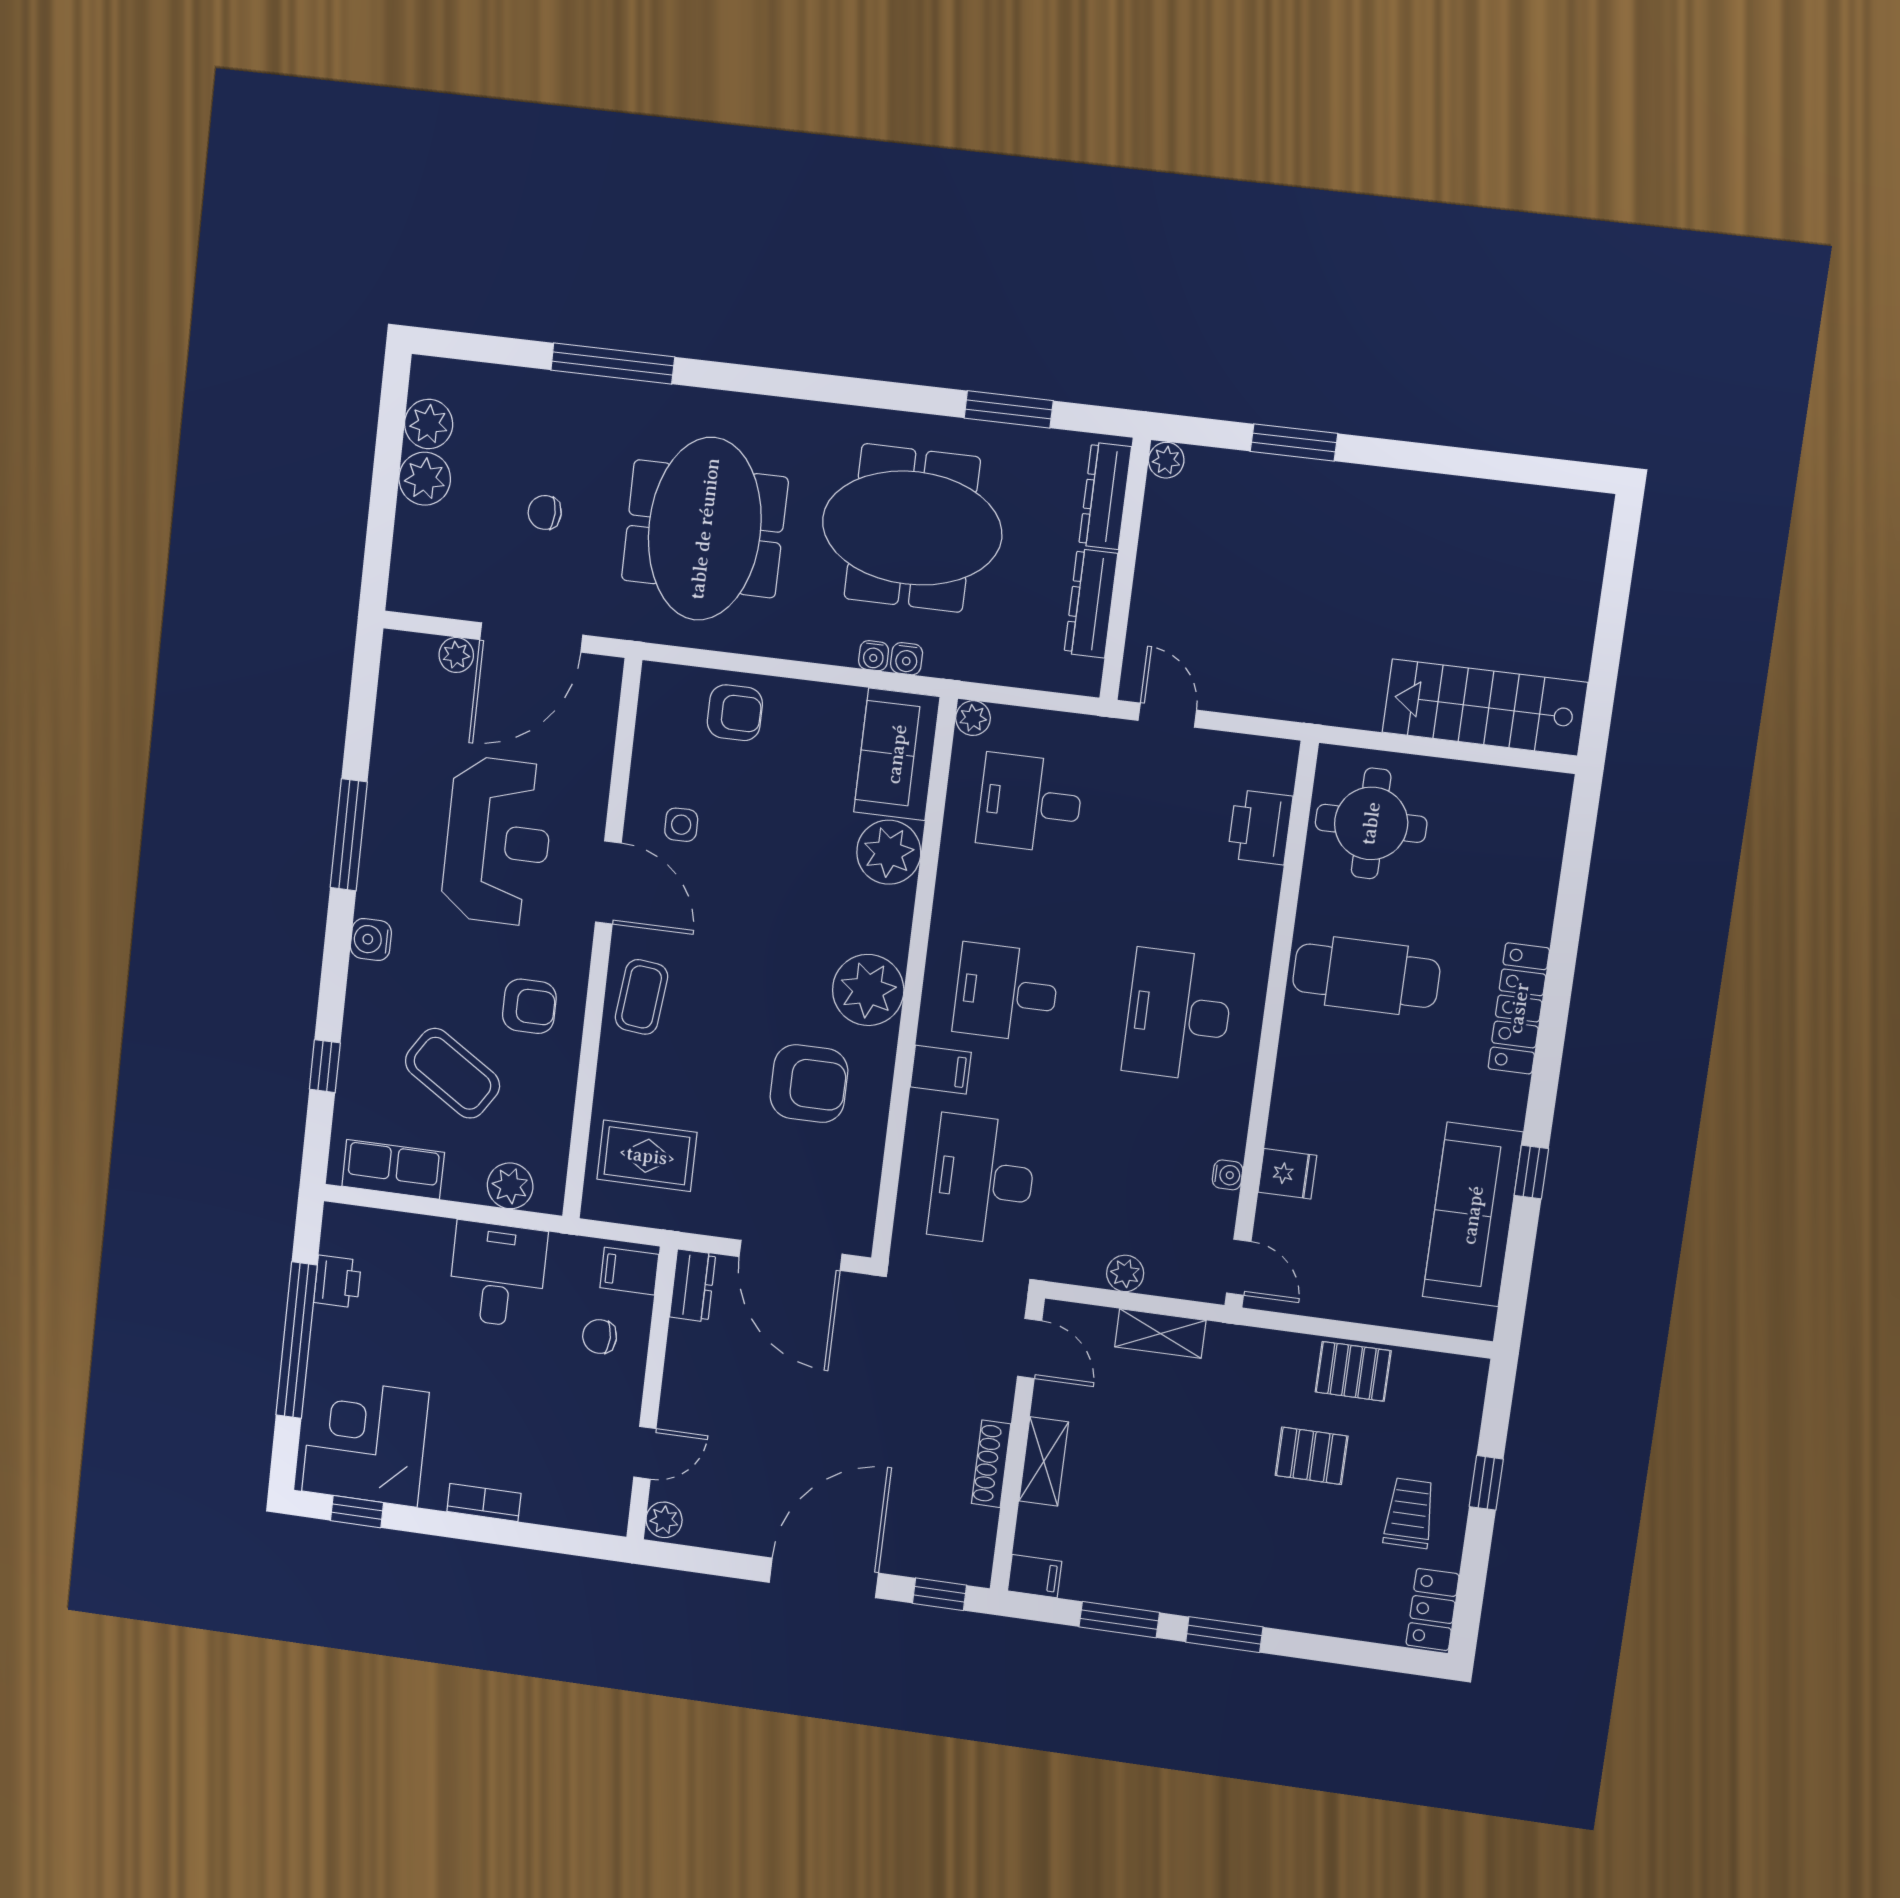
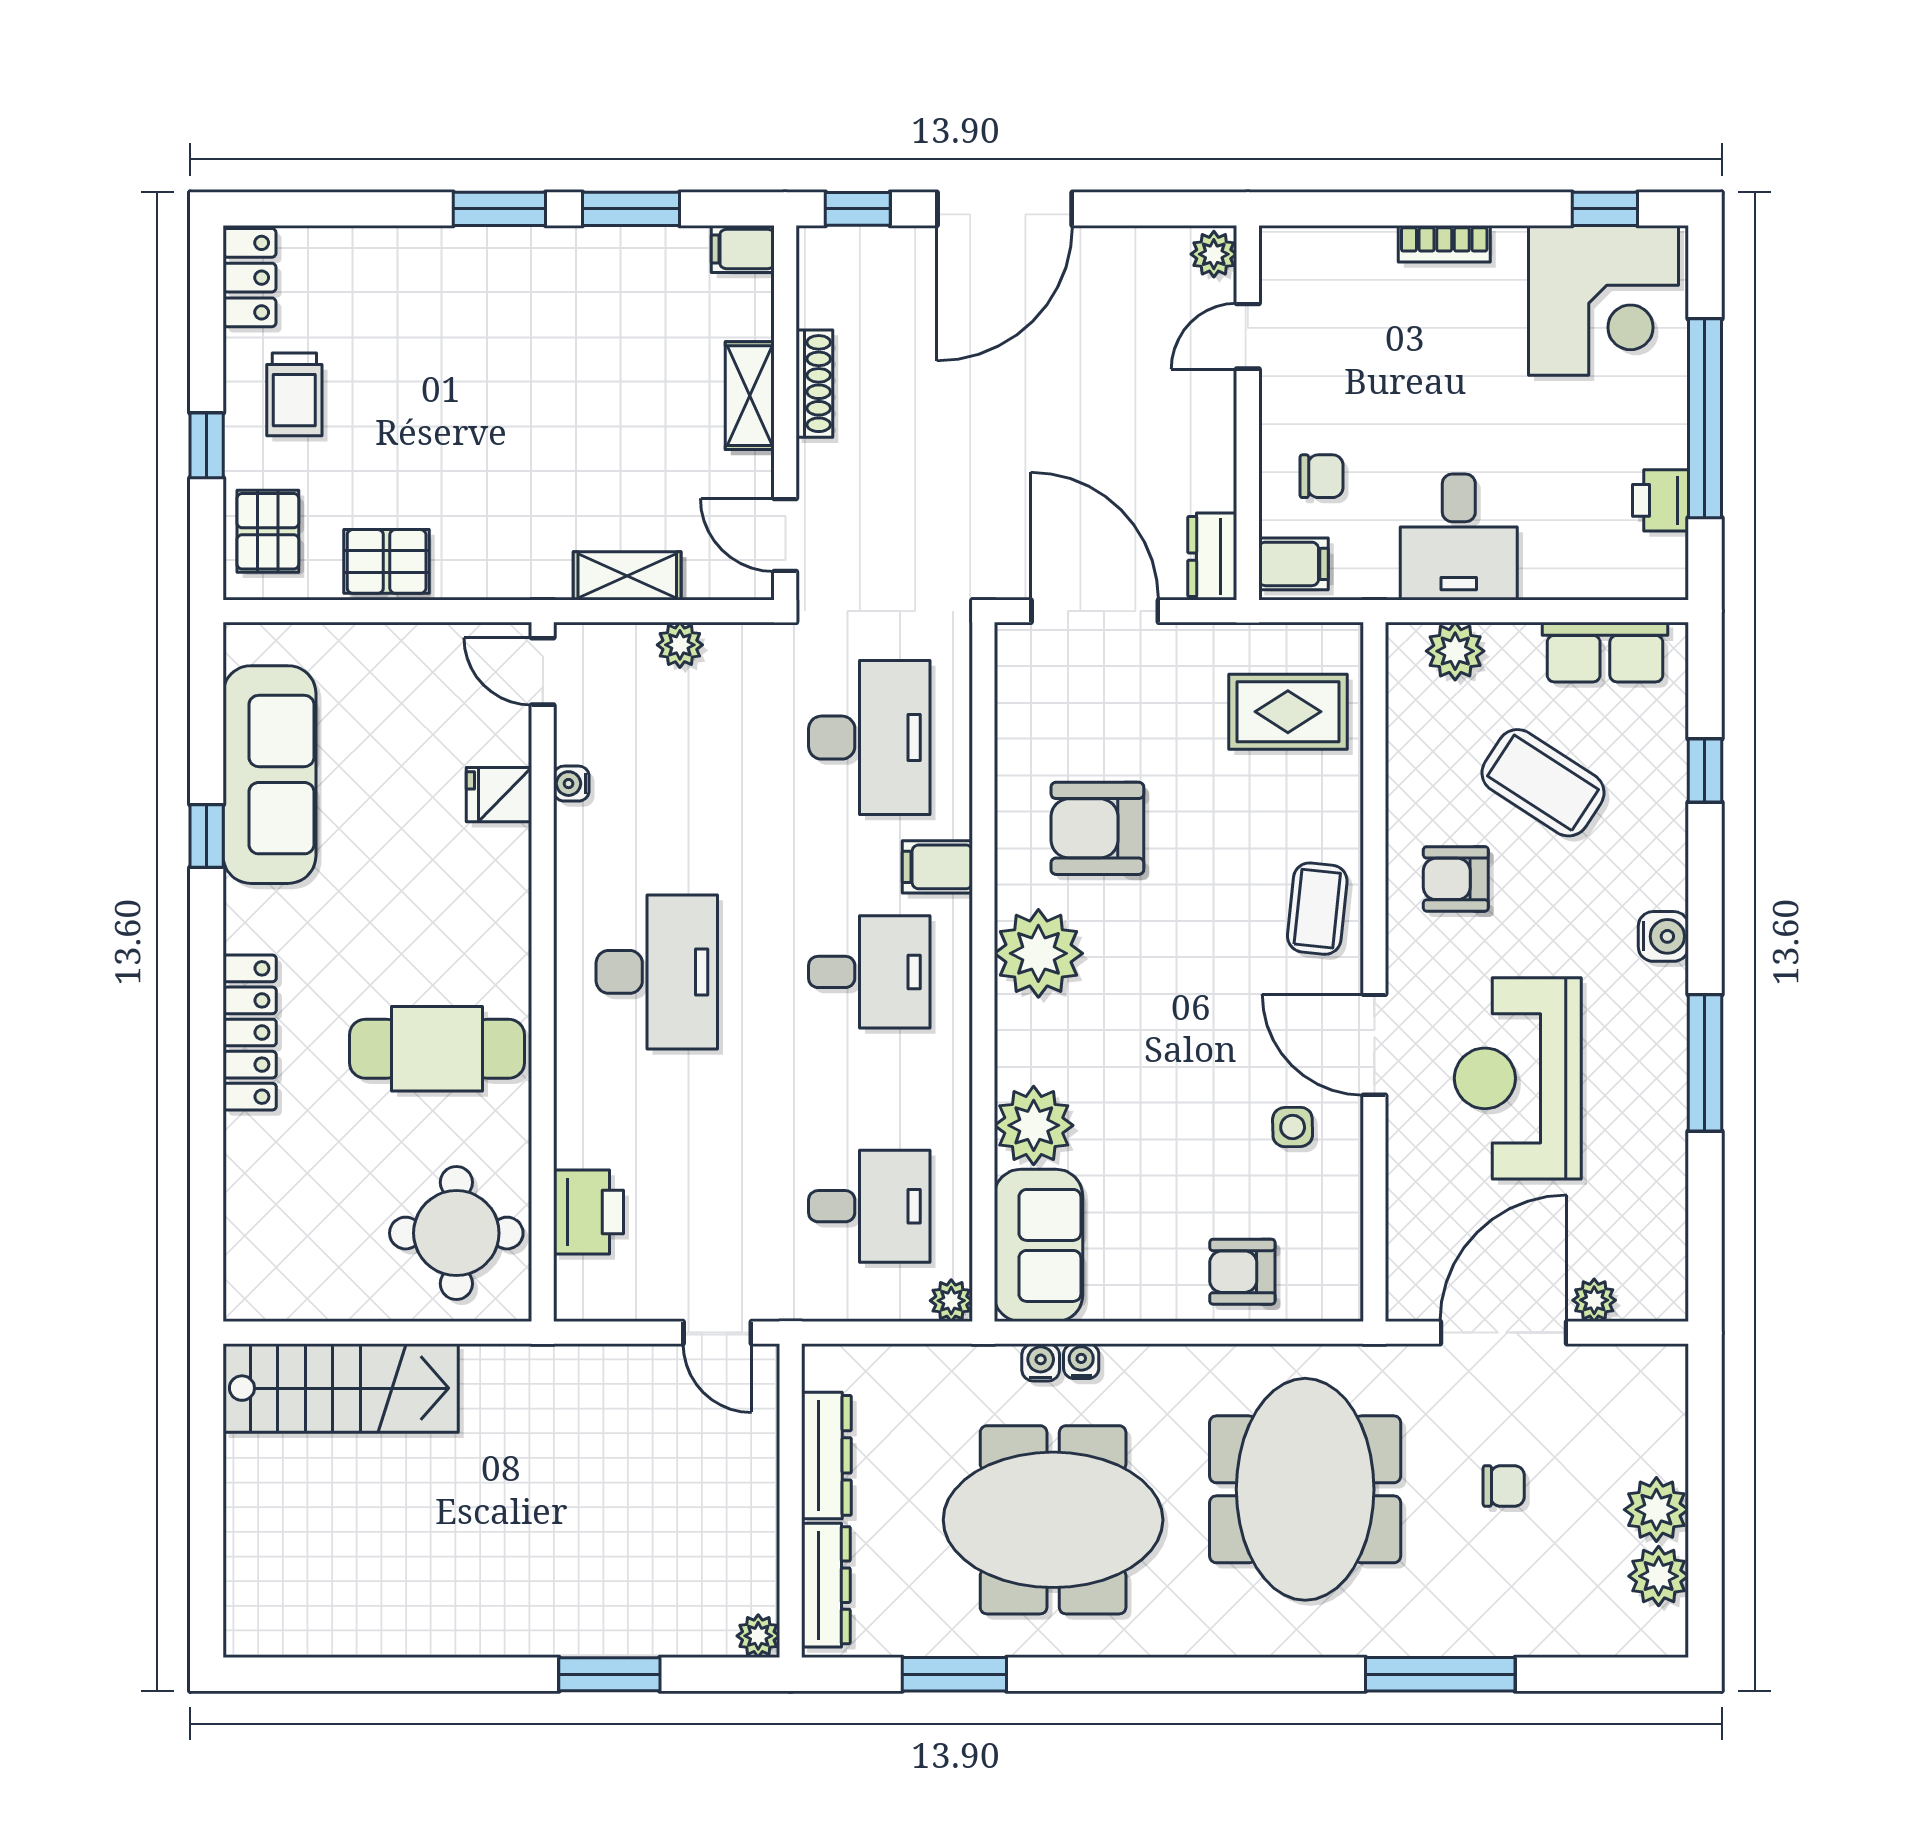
pallet: (1312, 1456) -> (268, 531), moved, turned 90

